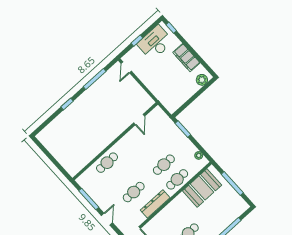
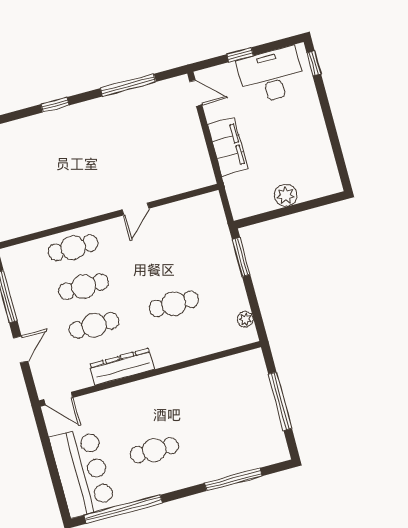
filing cabinet: (186, 58) -> (228, 147), moved, turned 180
door: (126, 67) -> (196, 93), swing flipped
plant: (202, 80) -> (286, 195), moved
door: (139, 120) -> (136, 209), moved
cafe table: (177, 179) -> (84, 287), moved
booth: (202, 188) -> (221, 381), removed

